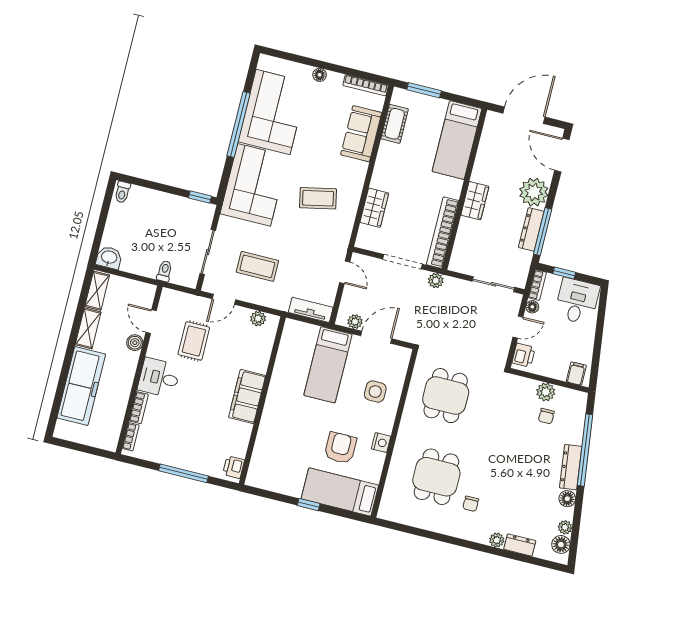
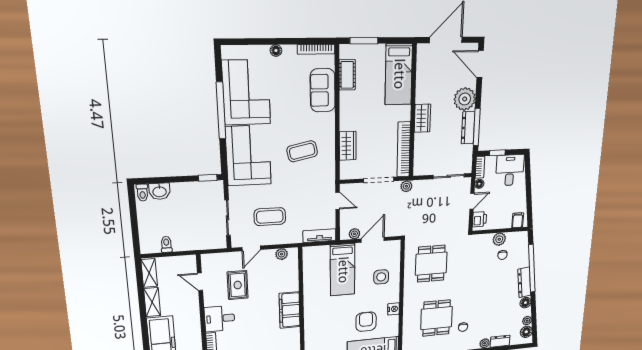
washbasin: (109, 258) -> (160, 191), moved, turned 180
toilet: (165, 271) -> (166, 244), moved
boiler: (135, 343) -> (192, 301), removed

